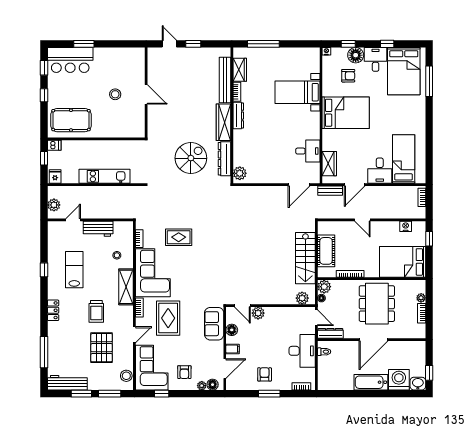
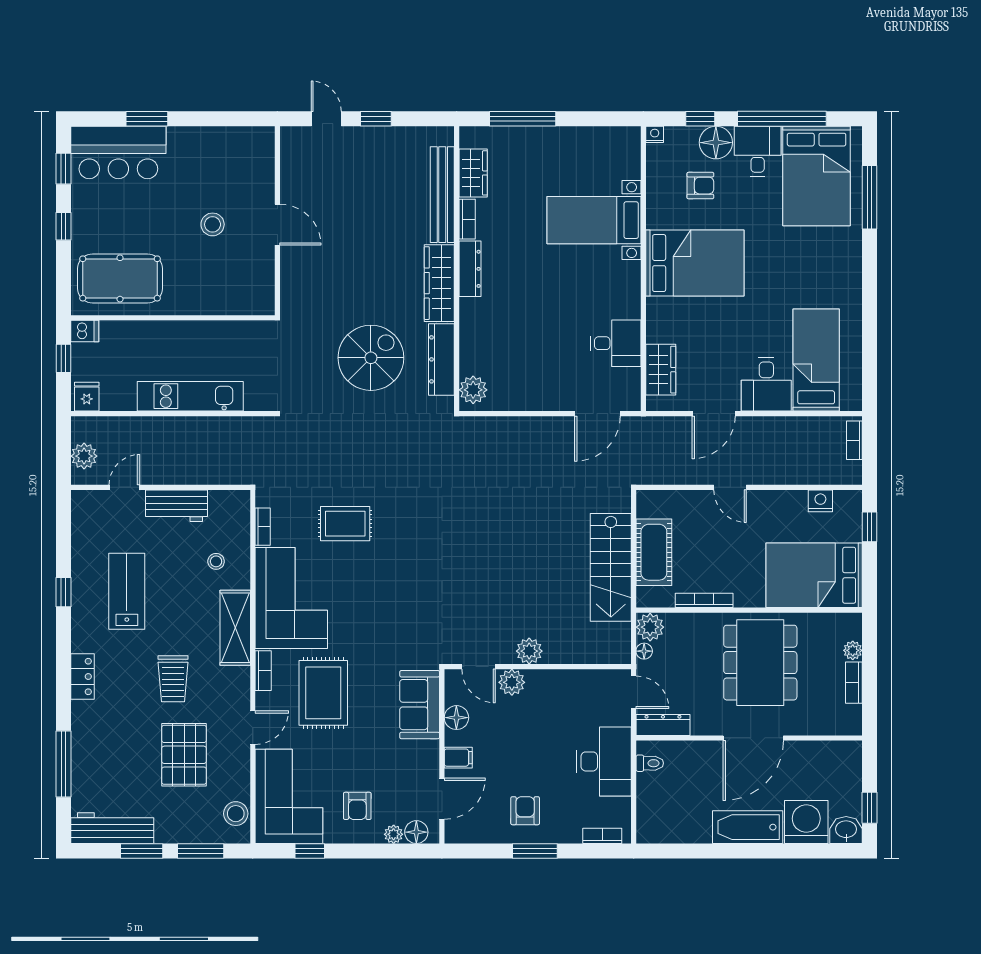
window: (387, 44) -> (782, 119), width x3.17
bench: (330, 191) -> (662, 426), removed
plant: (302, 298) -> (529, 651), moved

